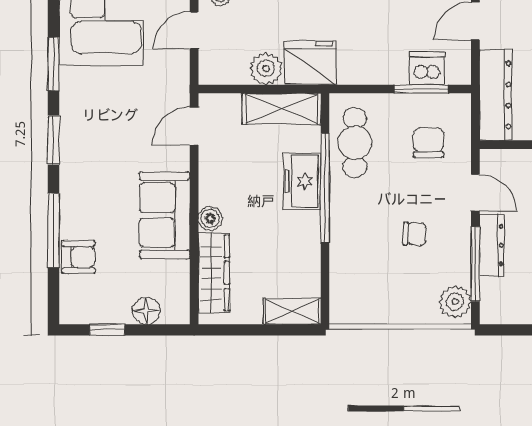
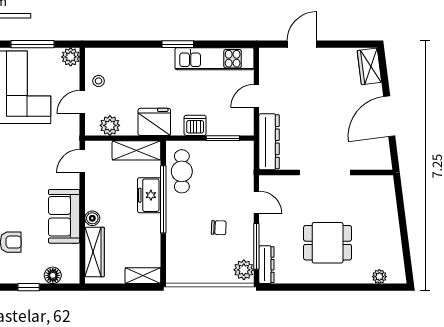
dishwasher: (427, 68) -> (195, 125), moved
plant: (266, 69) -> (110, 125), moved
chair: (428, 143) -> (227, 171), removed
dresser: (492, 245) -> (266, 265), moved

